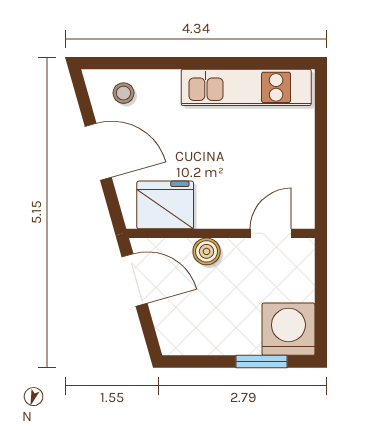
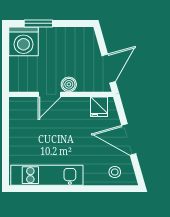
fridge: (165, 205) -> (99, 107), width x0.53, depth x0.75
door: (271, 233) -> (49, 94), moved
door: (135, 280) -> (109, 69), swing flipped

